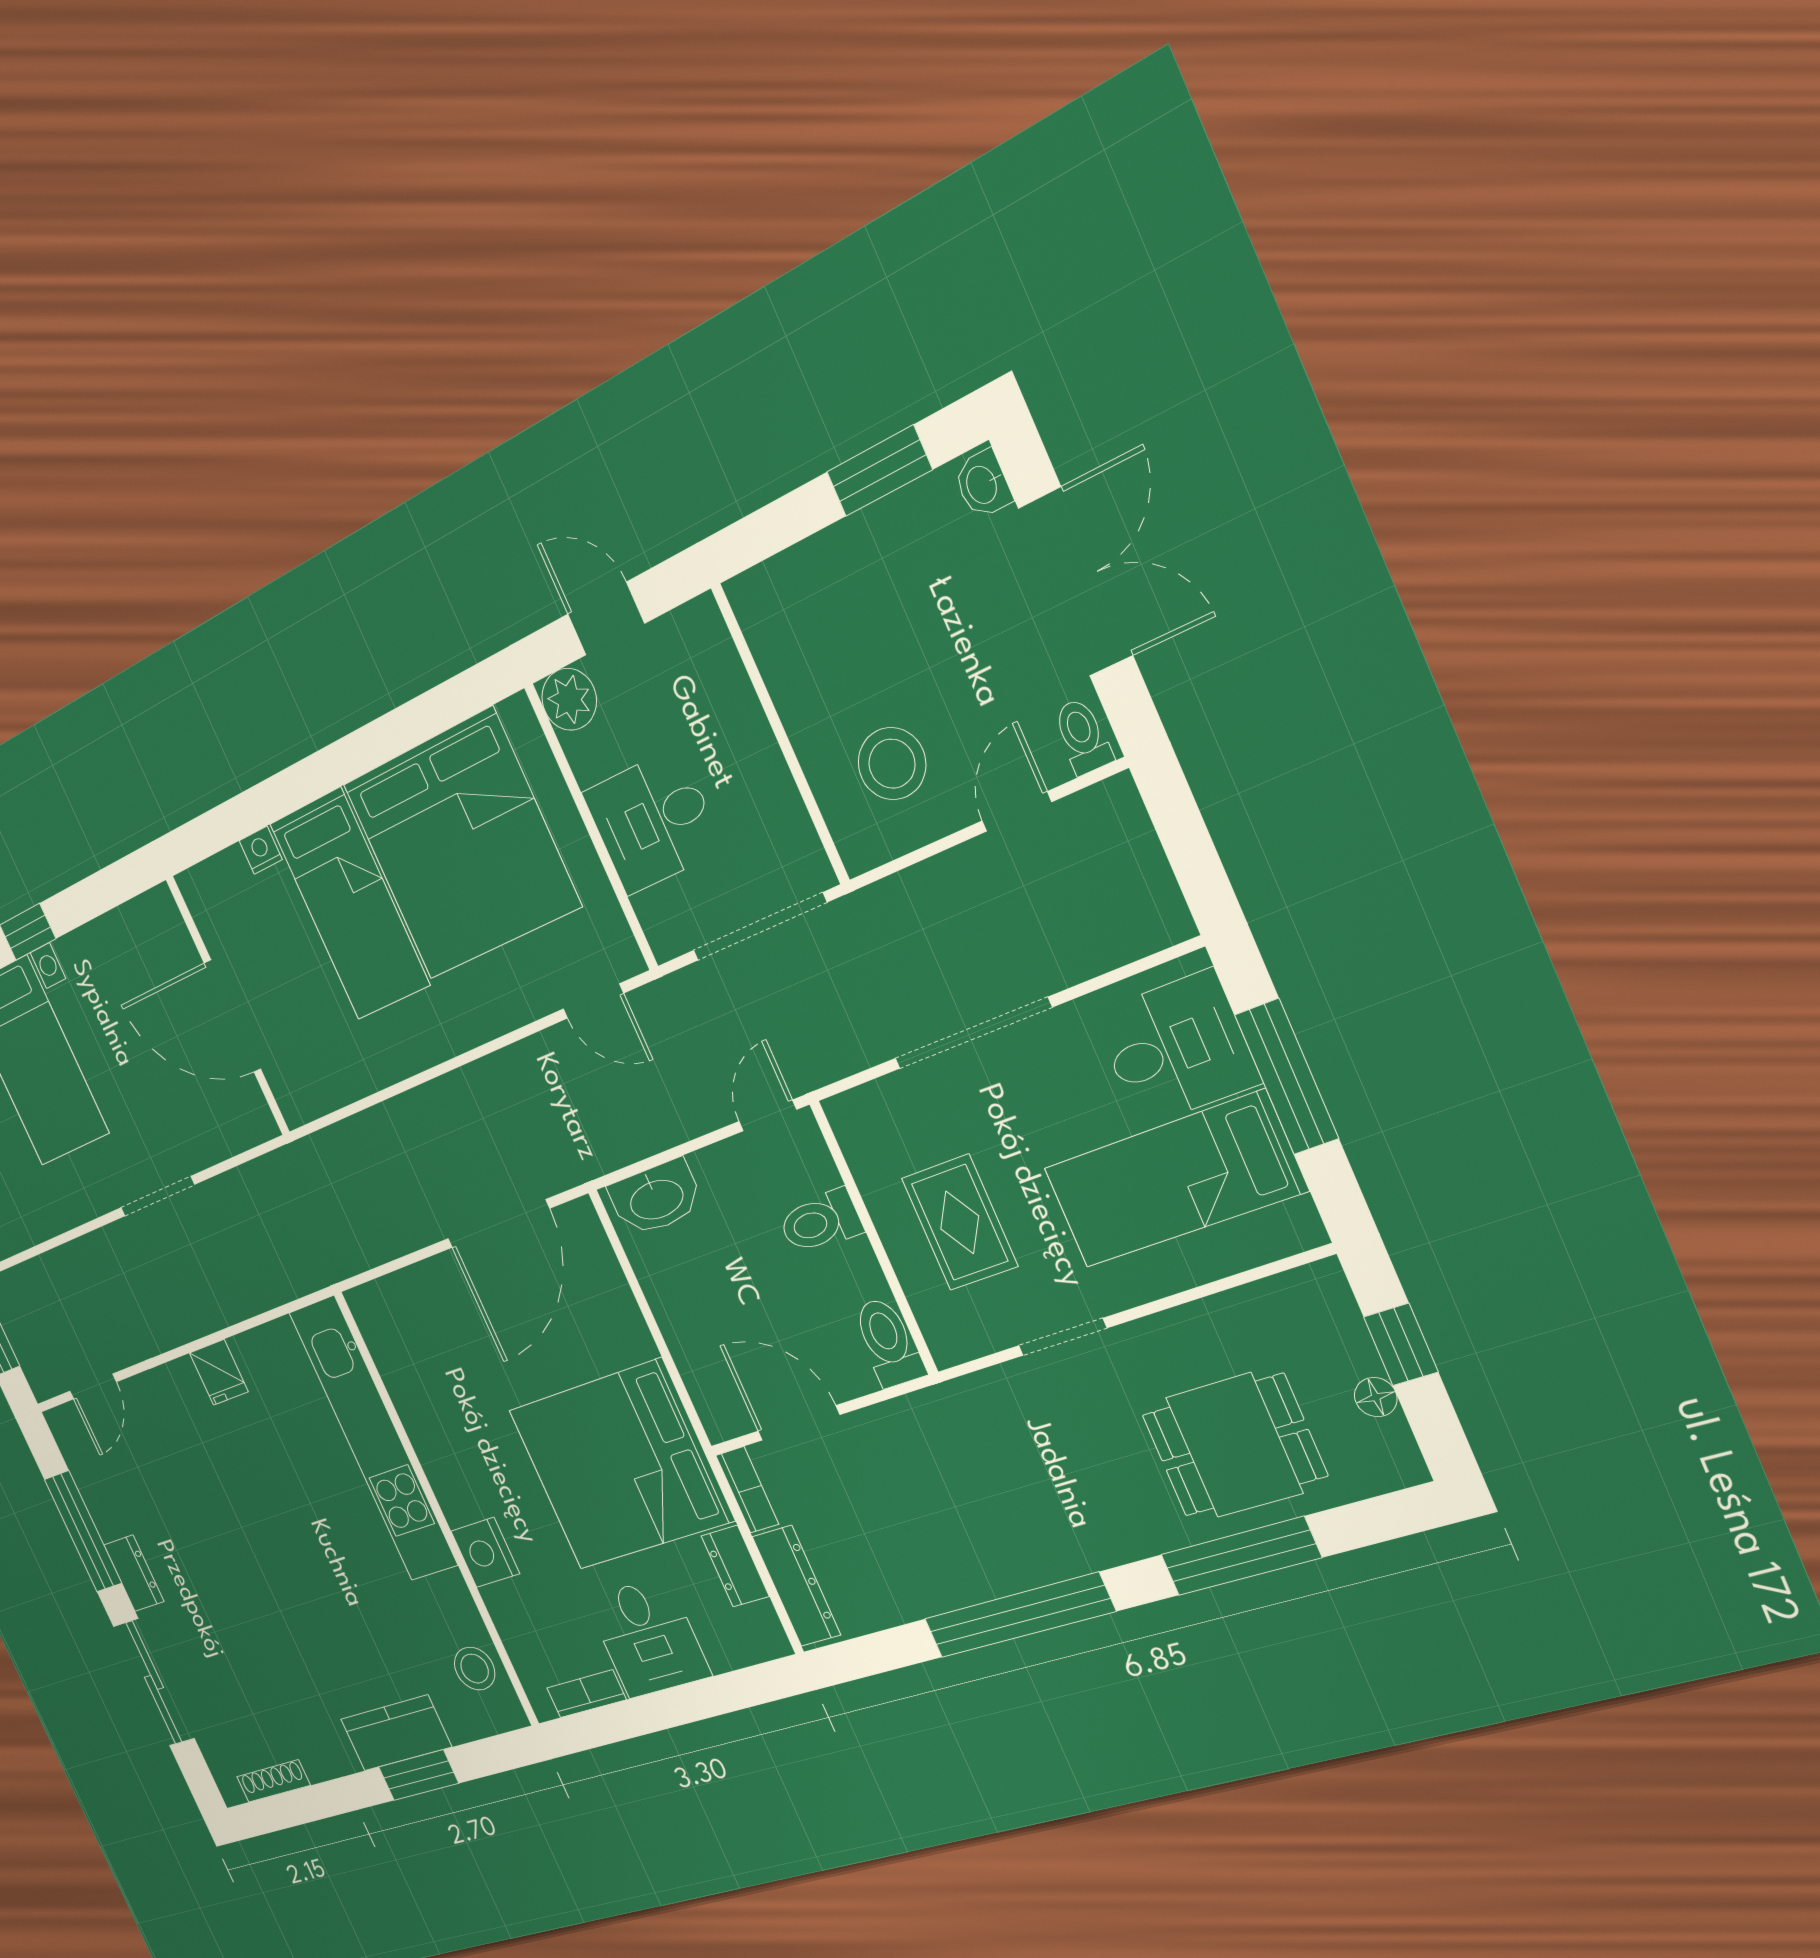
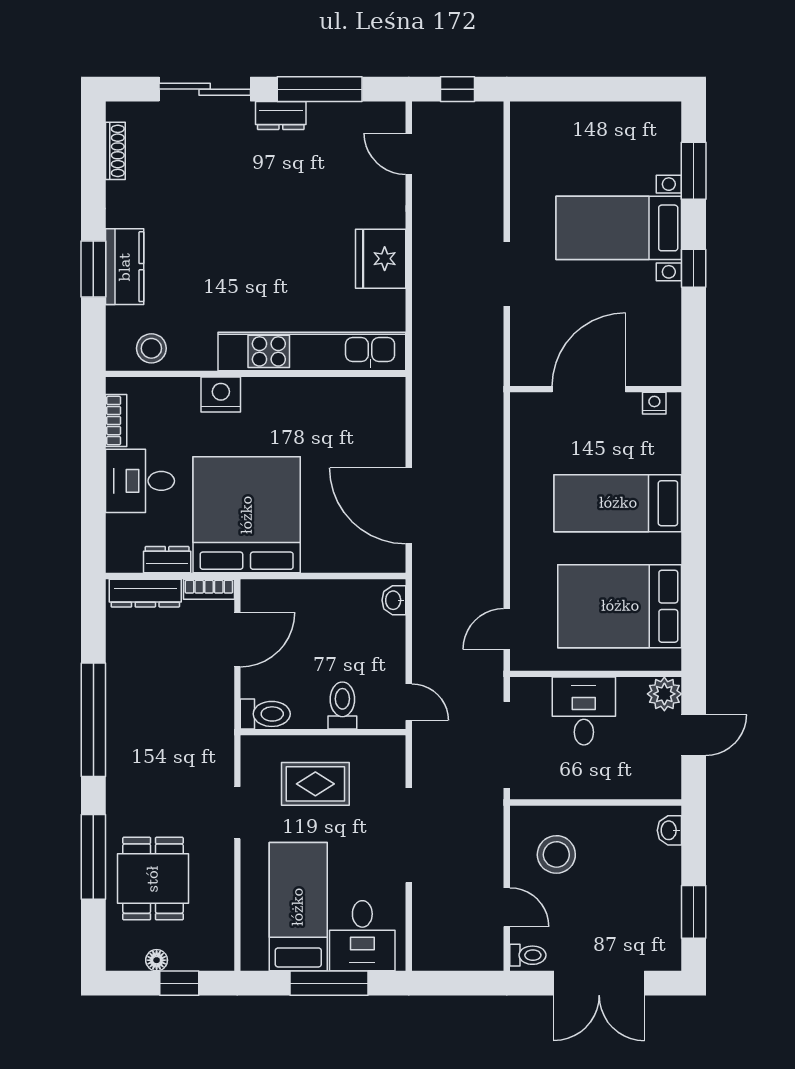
washbasin: (983, 484) -> (669, 830), moved, turned -90
bed: (461, 845) -> (620, 606), width x0.73
nightstand: (261, 850) -> (654, 403), moved, turned -90
washbasin: (656, 1198) -> (394, 600), width x0.52, depth x0.69
fridge: (219, 1372) -> (381, 259), width x1.88, depth x1.34

